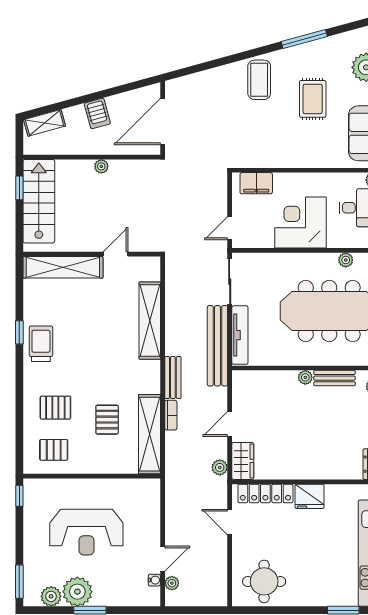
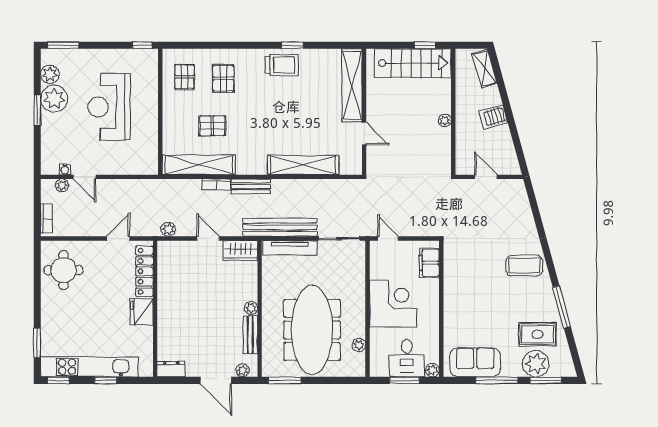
rug: (313, 99) -> (537, 334), moved
door: (163, 122) -> (486, 177), width x0.53
wardrobe: (243, 461) -> (240, 250), moved
bookcase: (208, 600) -> (46, 219), added

